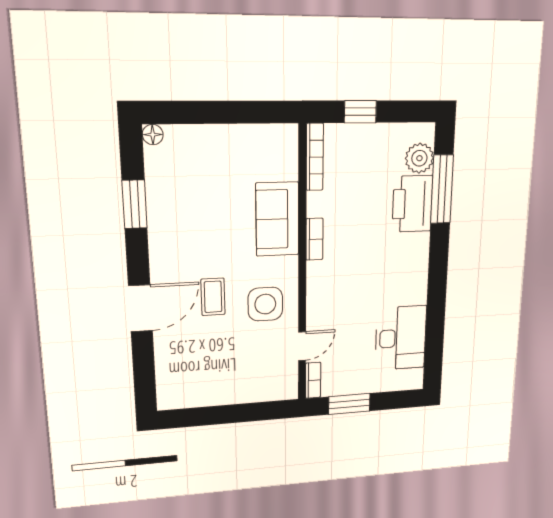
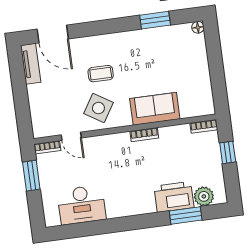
bookcase: (315, 157) -> (204, 126), width x0.64
window: (442, 189) -> (186, 216), width x0.69
side table: (265, 304) -> (98, 108), turned 32
door: (140, 308) -> (53, 34), moved
tv unit: (187, 398) -> (31, 64), added

